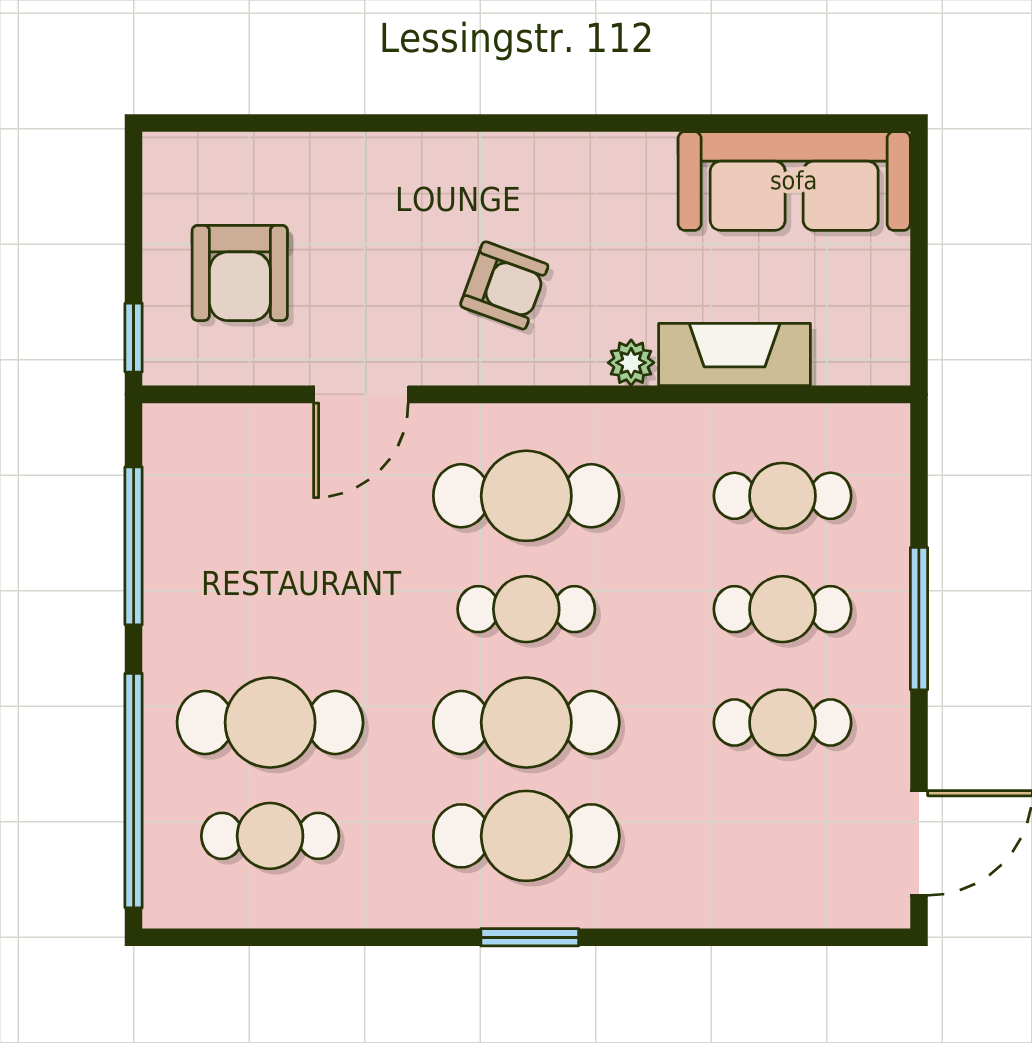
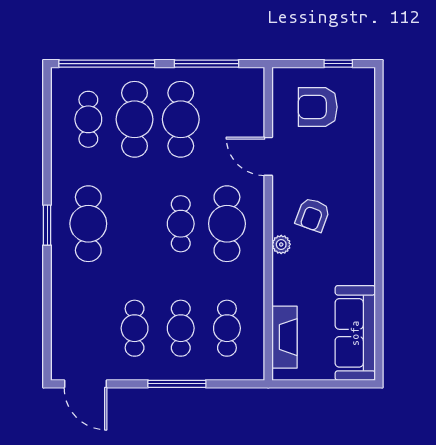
window: (134, 338) -> (338, 64), moved
fireplace: (735, 354) -> (285, 337), moved
plant: (631, 363) -> (281, 244), moved
cafe table: (526, 722) -> (181, 119), moved

